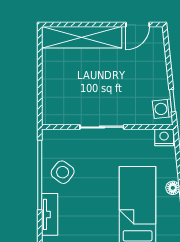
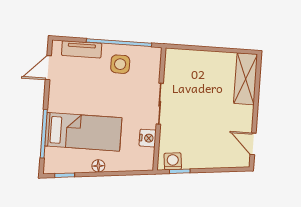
shelving: (82, 37) -> (246, 79), width x0.68
nightstand: (164, 137) -> (148, 138), moved
side table: (63, 172) -> (120, 64), turned -37

